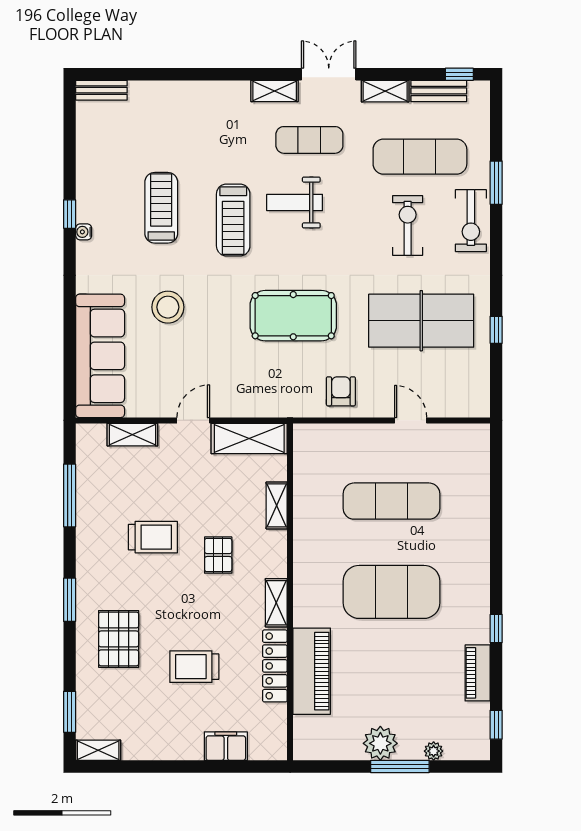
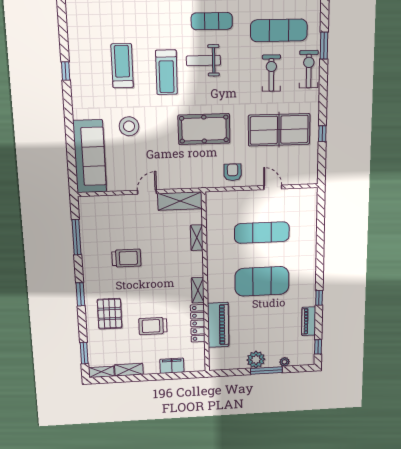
exercise bike: (471, 221) -> (309, 69), turned 180
water cooler: (84, 232) -> (75, 82), removed
shelving: (132, 435) -> (129, 370), moved
pallet: (218, 555) -> (164, 266), removed

